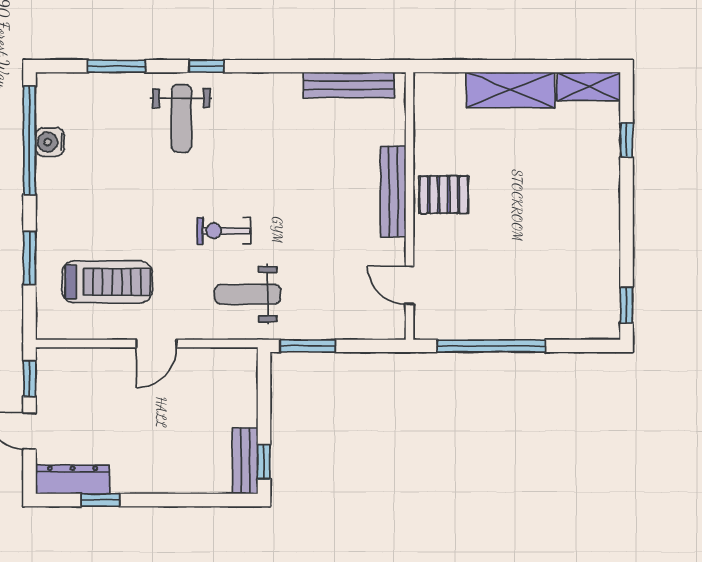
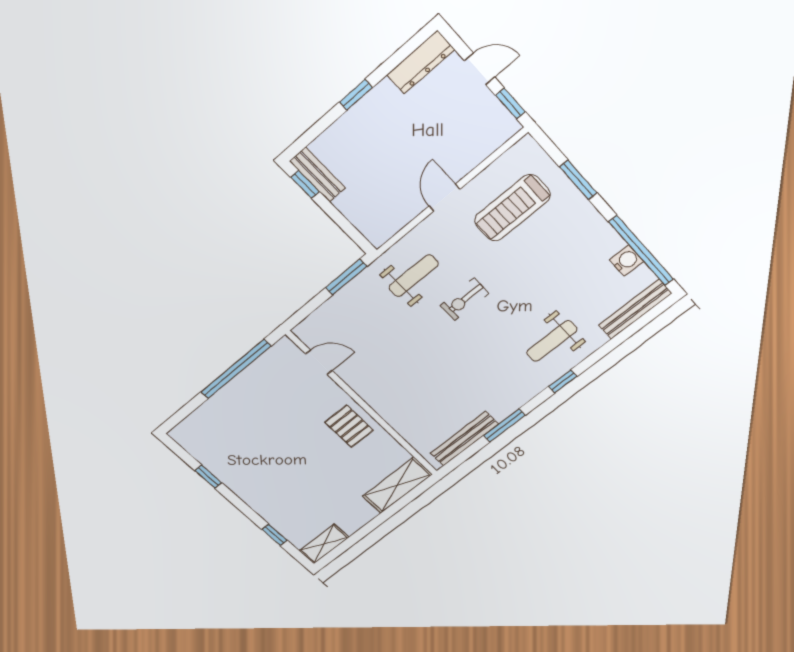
window: (117, 66) -> (504, 425), moved
shelving: (510, 90) -> (397, 485), moved
weight bench: (181, 118) -> (552, 341), turned -90
bench: (393, 191) -> (635, 309), moved, turned 90
pallet: (444, 195) -> (349, 426), turned 90
exercise bike: (223, 231) -> (464, 299), turned 180
window: (626, 305) -> (208, 477), moved
window: (100, 500) -> (356, 95), moved

